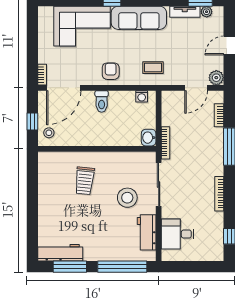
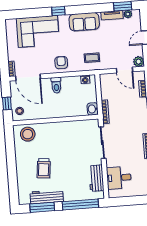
sofa: (139, 18) -> (84, 22), width x0.73
door: (64, 88) -> (28, 77), hinge flipped
door: (196, 88) -> (124, 70), hinge flipped
trolley: (85, 181) -> (44, 168), moved
stool: (127, 198) -> (28, 134), moved
workbench: (60, 253) -> (47, 197), moved

